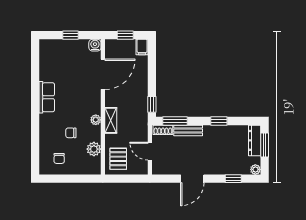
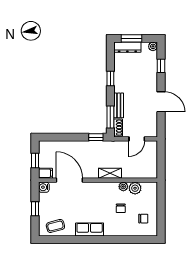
filing cabinet: (142, 47) -> (45, 173), moved
coffee table: (51, 58) -> (55, 226), added
plant: (96, 120) -> (123, 187), moved
pallet: (118, 159) -> (144, 167), removed

